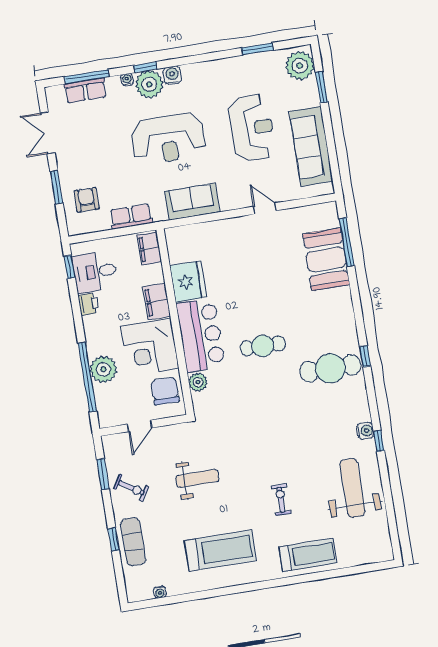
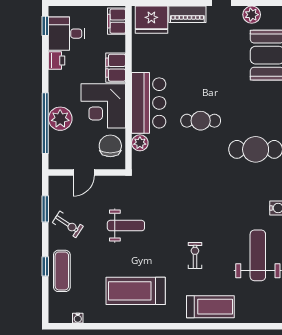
plant: (301, 216) -> (252, 15), added
piano: (228, 228) -> (187, 14), added
fridge: (188, 281) -> (151, 20), moved, turned 90
treadmill: (220, 551) -> (136, 291), turned 180

